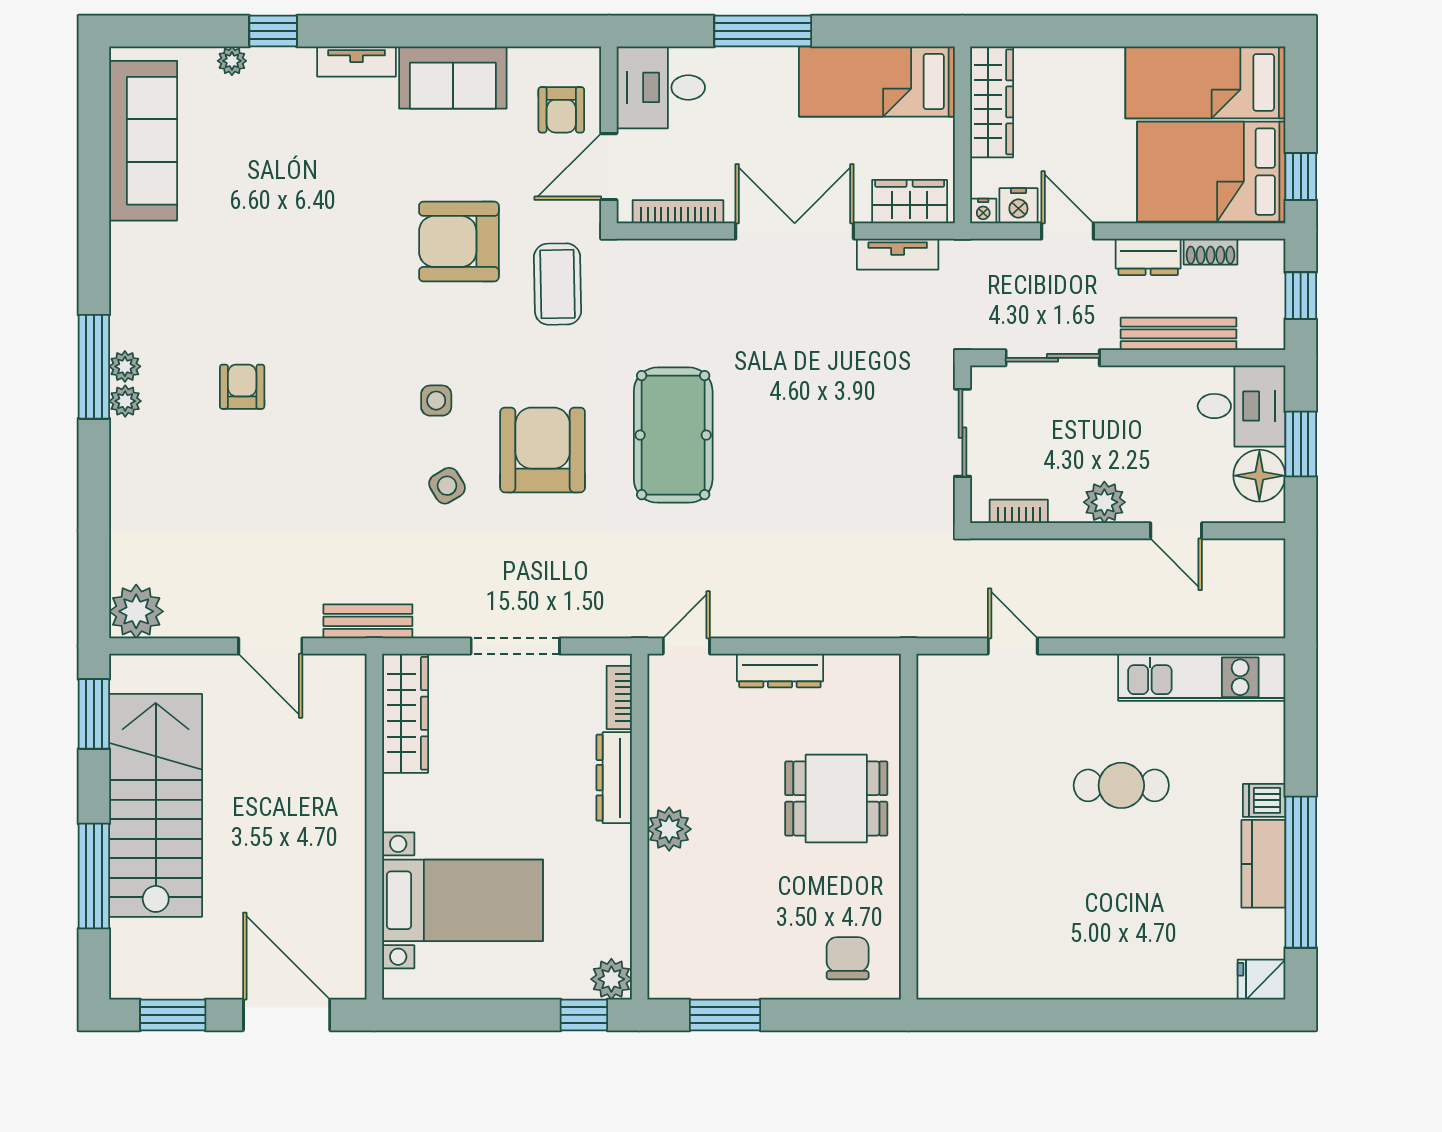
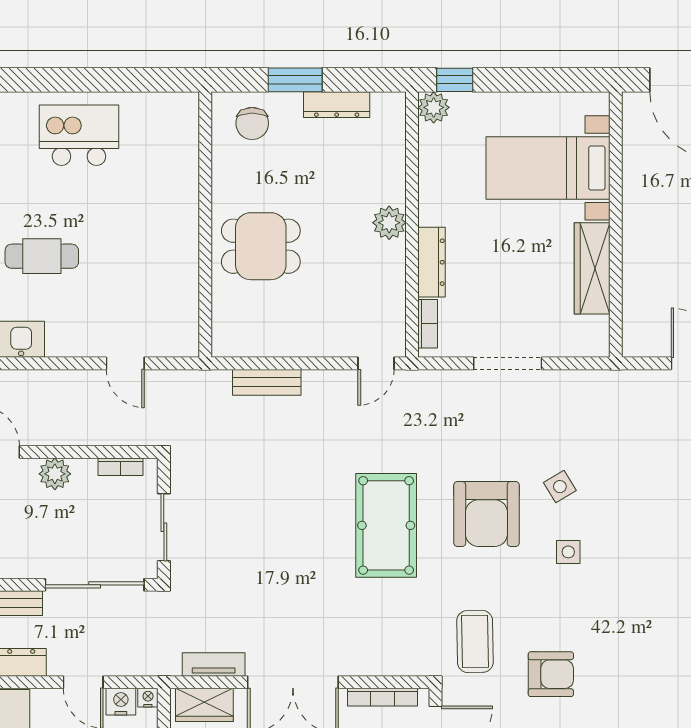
armchair: (459, 241) -> (551, 674), width x0.73, depth x0.73
sliding door: (1053, 358) -> (95, 585), width x1.37
bench: (368, 621) -> (267, 382), moved
dresser: (780, 671) -> (337, 105), moved, turned 180
wardrobe: (405, 713) -> (592, 268), moved
kitchen island: (1073, 943) -> (79, 135), added
window: (725, 1015) -> (295, 80), moved

